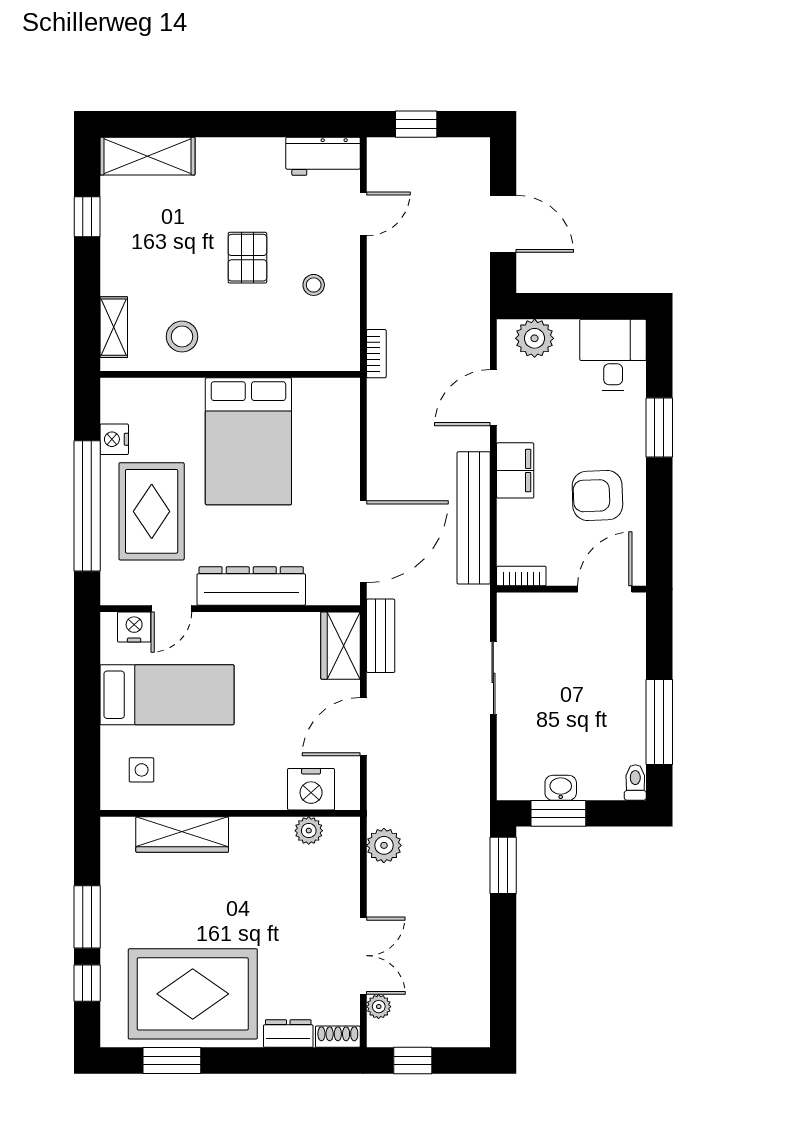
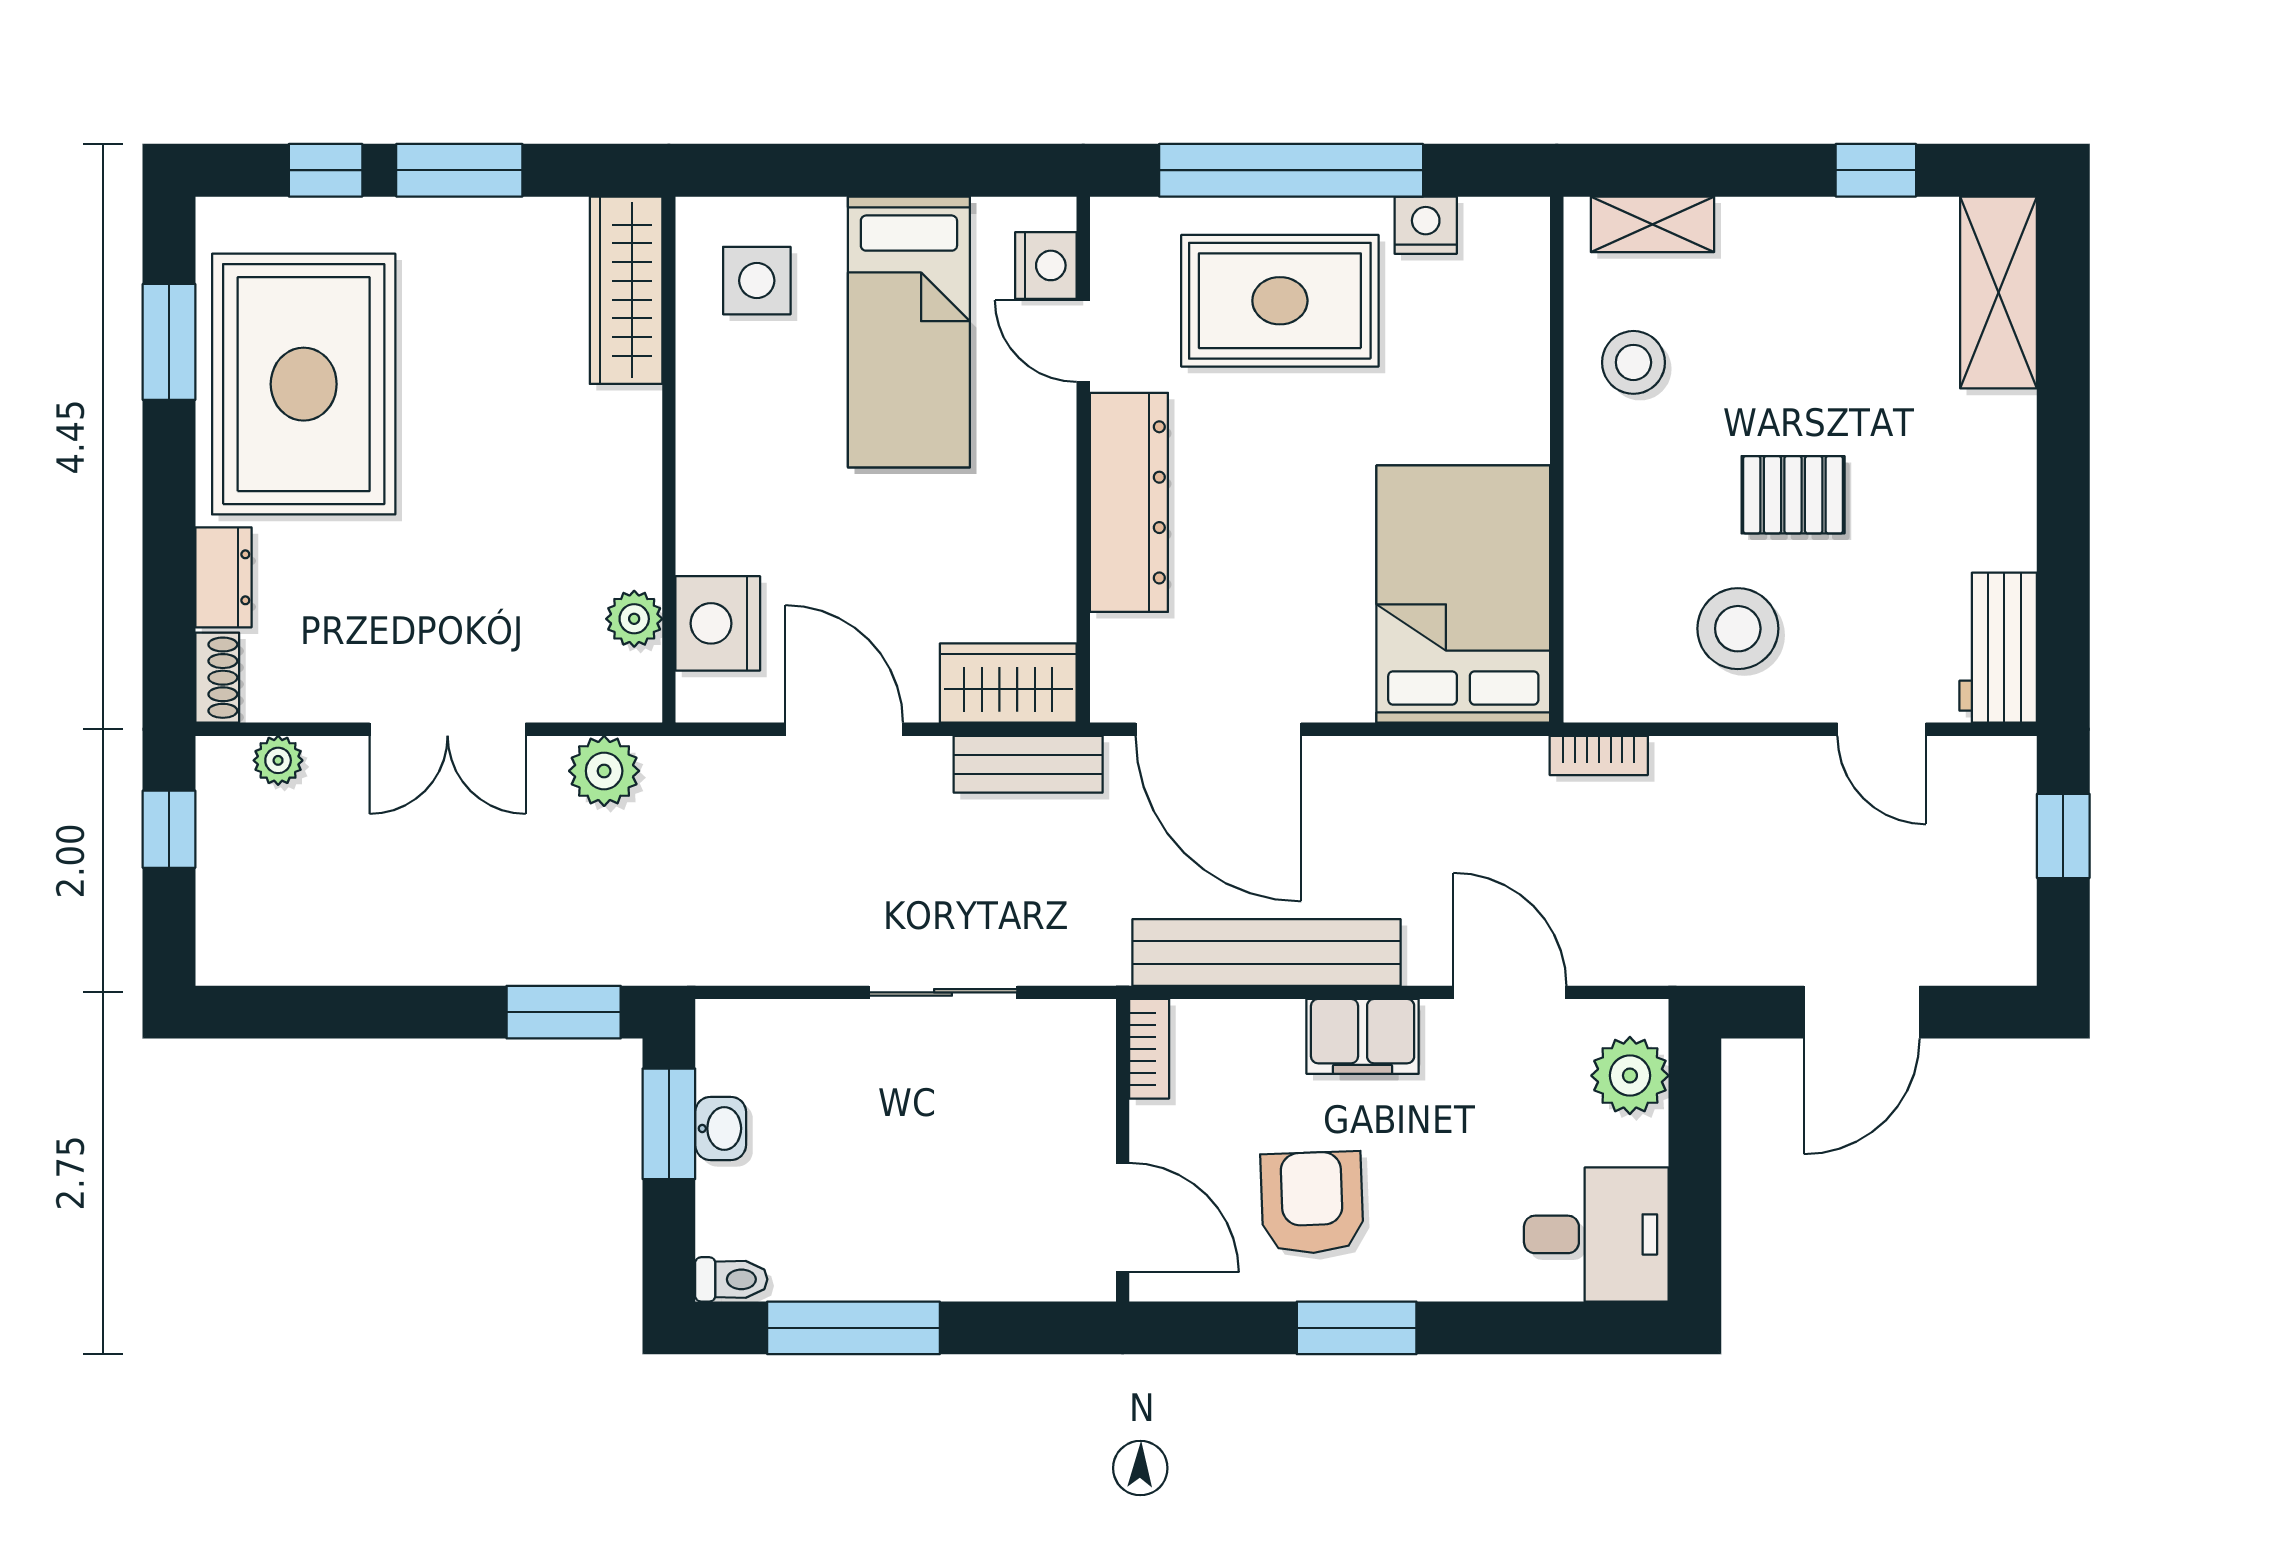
stool: (314, 285) -> (1738, 629), width x1.89, depth x1.89
window: (659, 427) -> (1357, 1328), moved
bed: (248, 441) -> (1463, 594), moved, turned 90
side table: (142, 770) -> (757, 281), width x1.37, depth x1.37
wardrobe: (182, 835) -> (626, 290), moved
double door: (363, 956) -> (448, 729), moved

